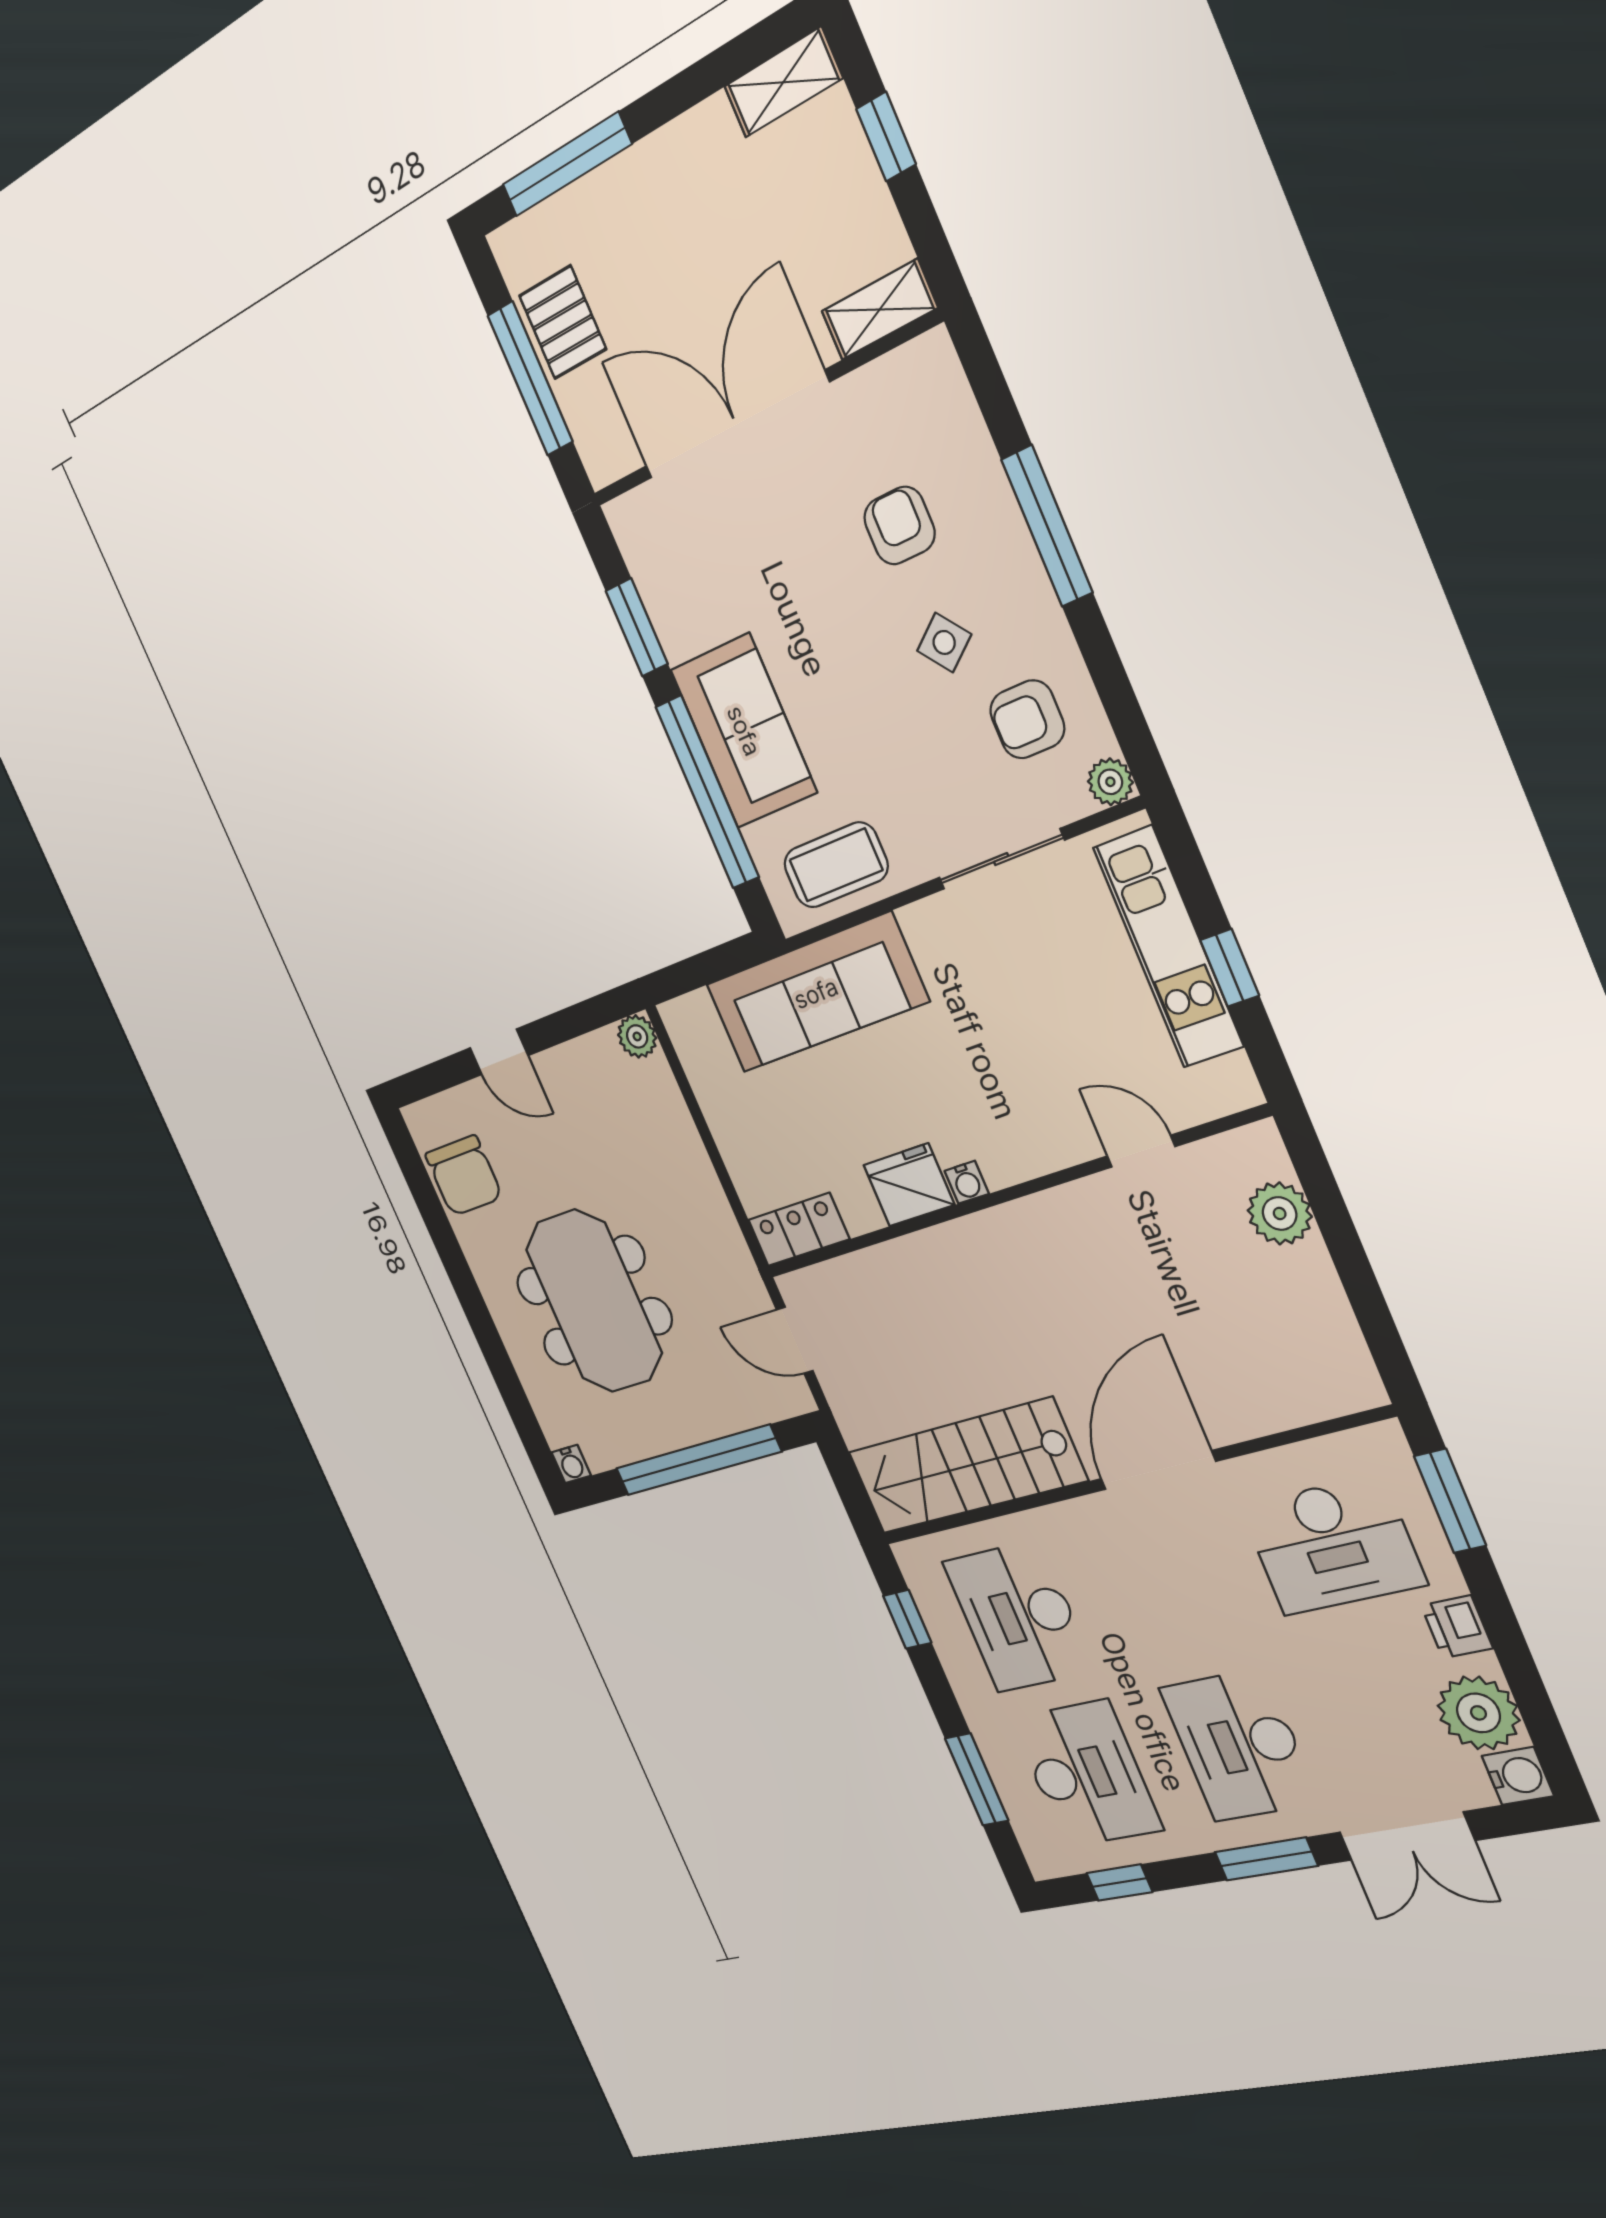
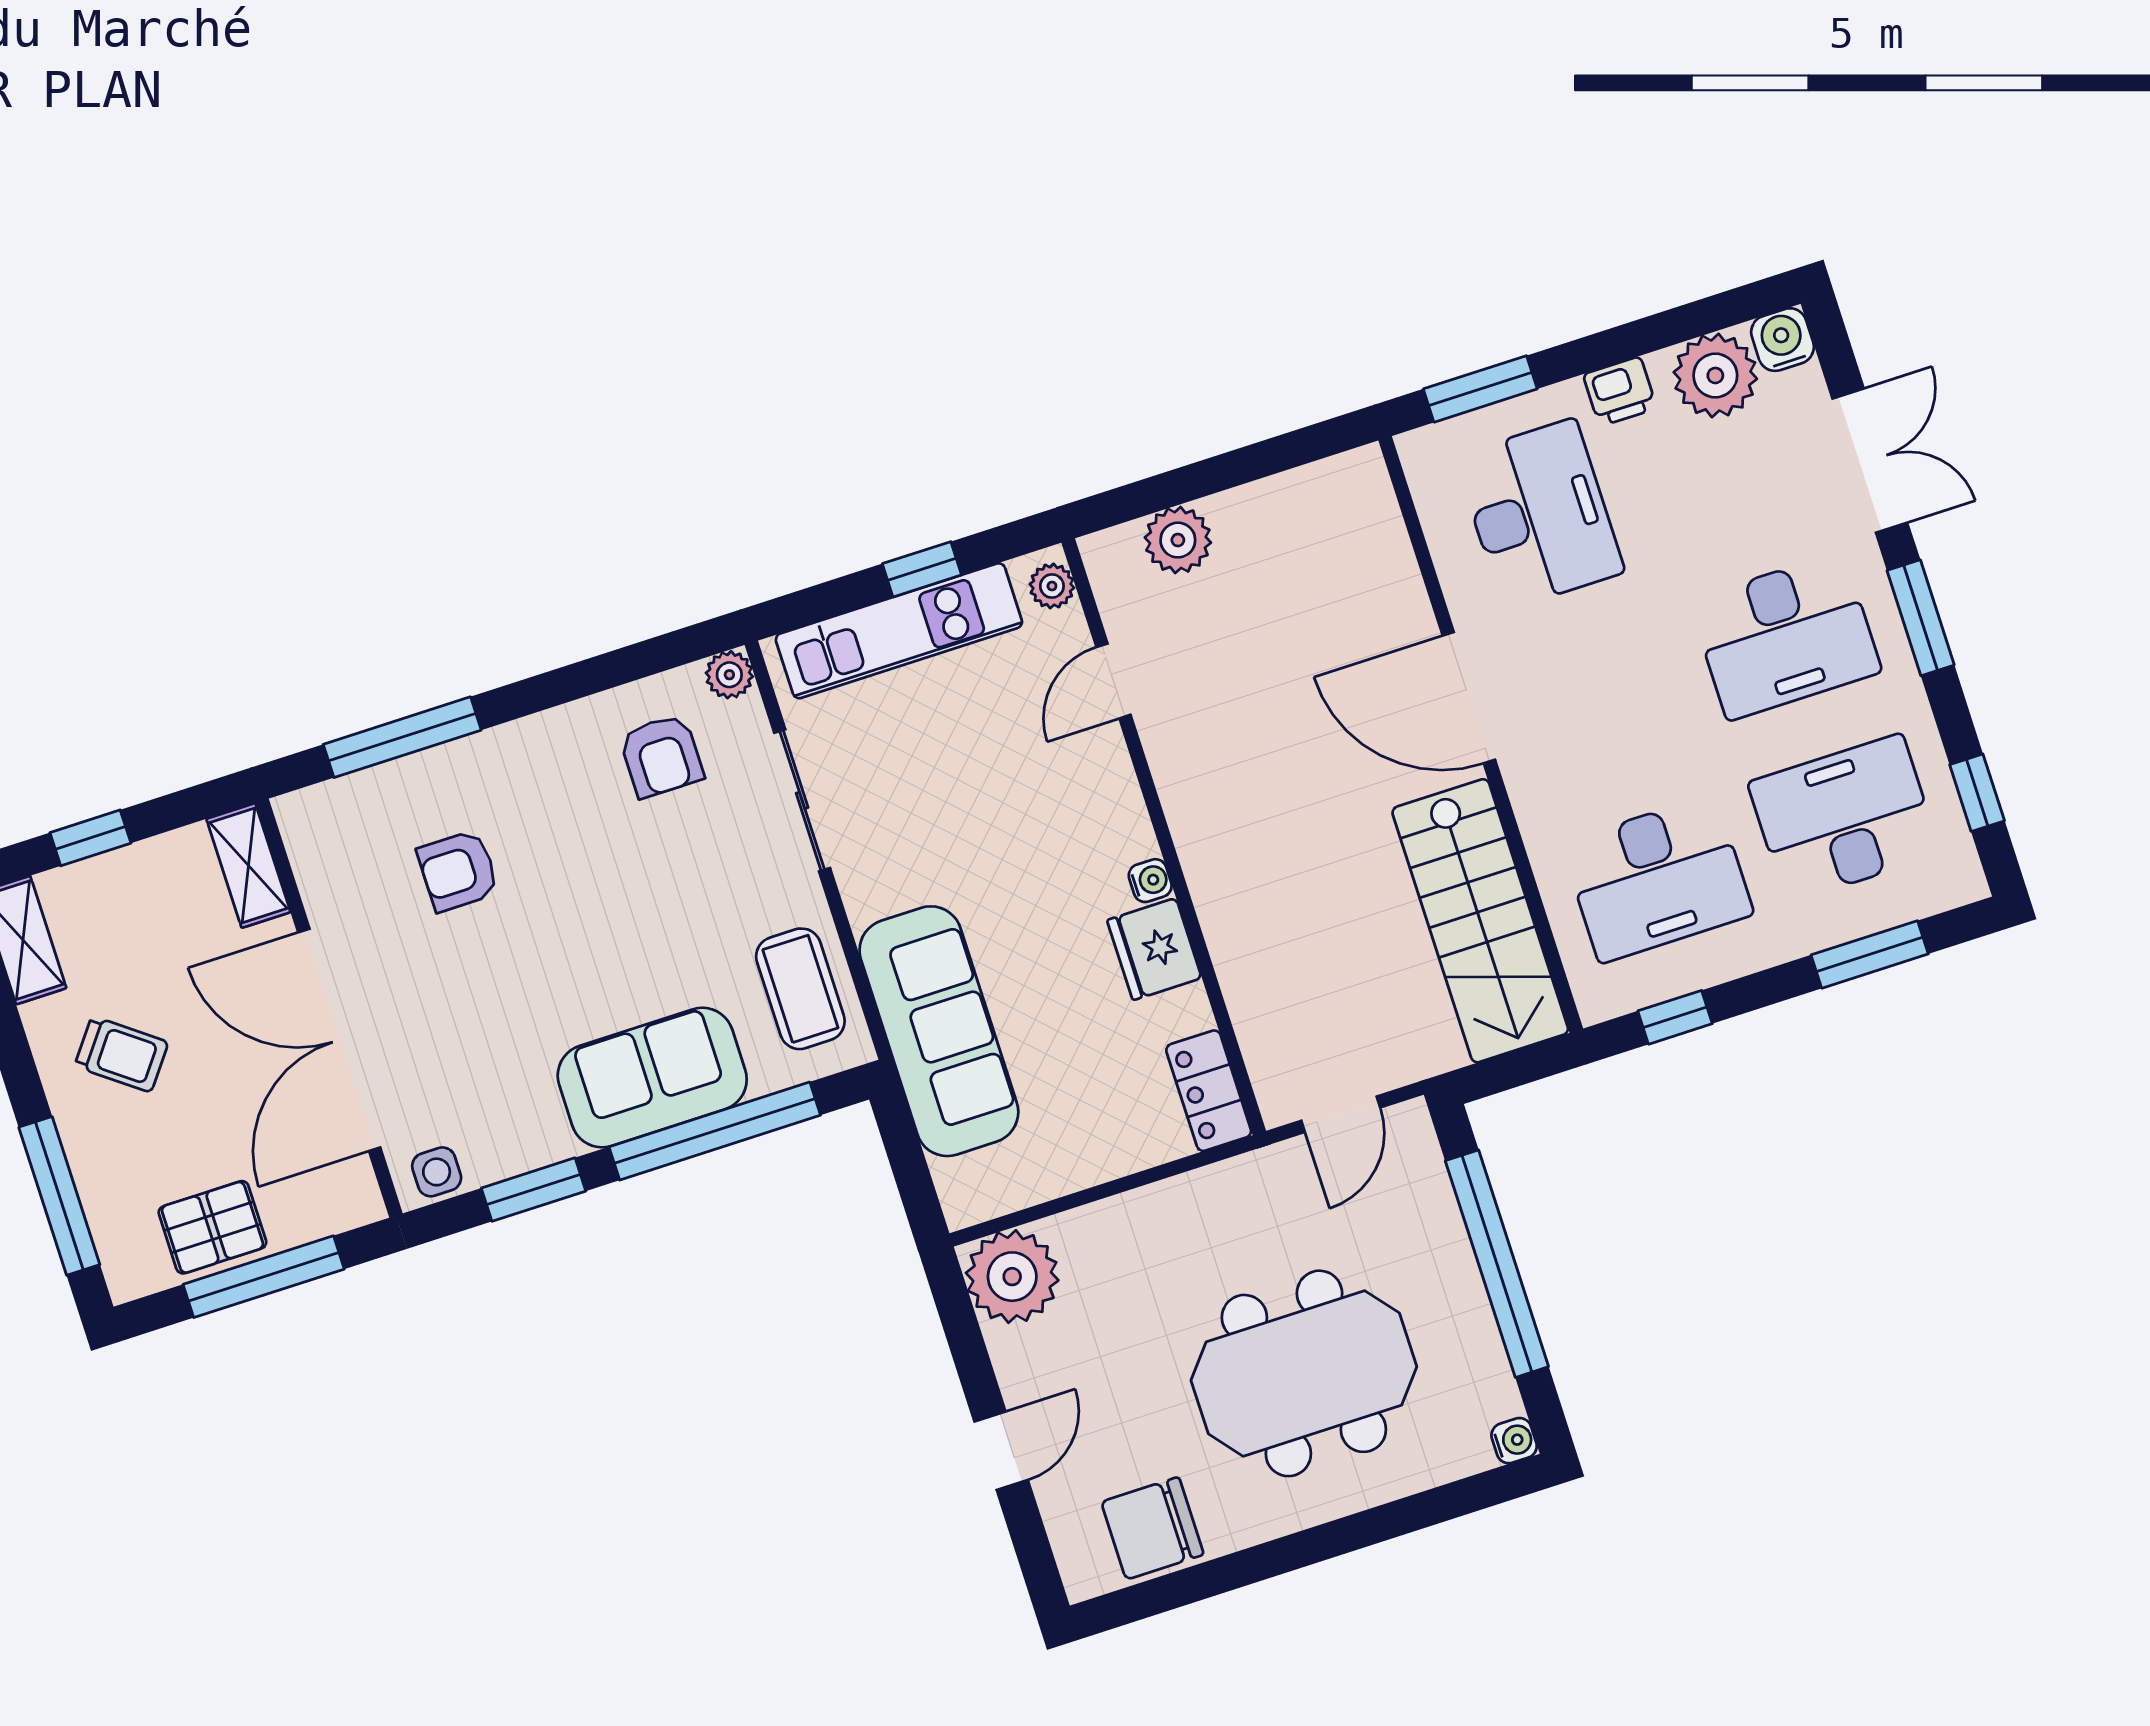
trolley: (695, 206) -> (121, 1054), added
window: (1047, 526) -> (402, 737), moved
side table: (944, 643) -> (437, 1172), moved, turned 38
plant: (637, 1036) -> (1012, 1277), width x1.87, depth x1.87
plant: (1225, 1094) -> (1052, 586), added
chair: (464, 1176) -> (1152, 1528), turned 180

